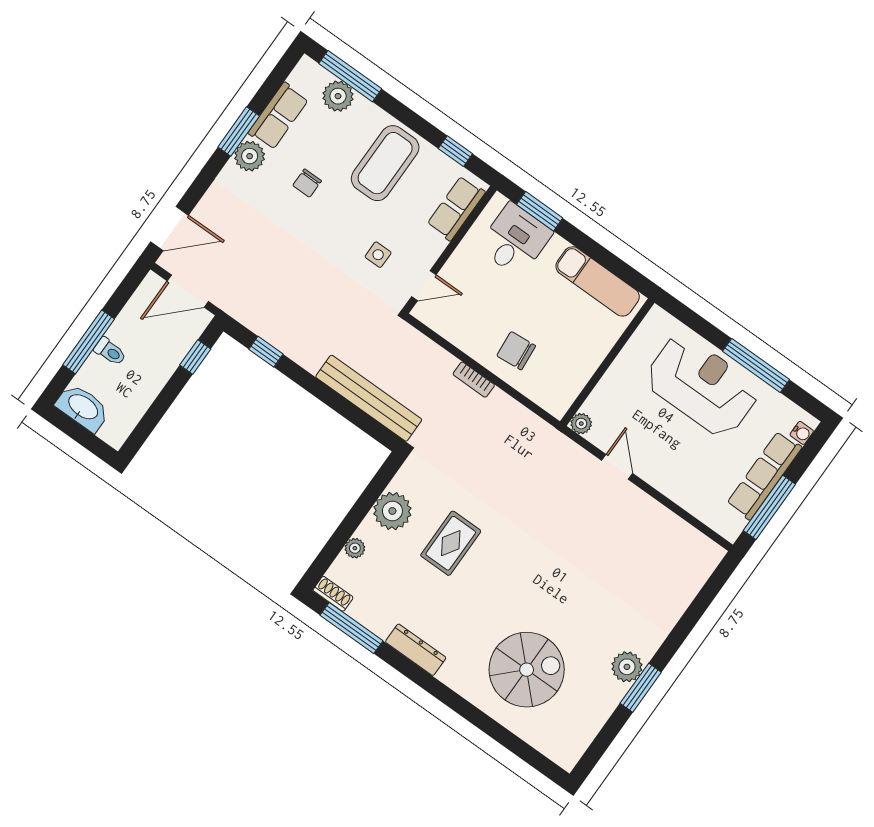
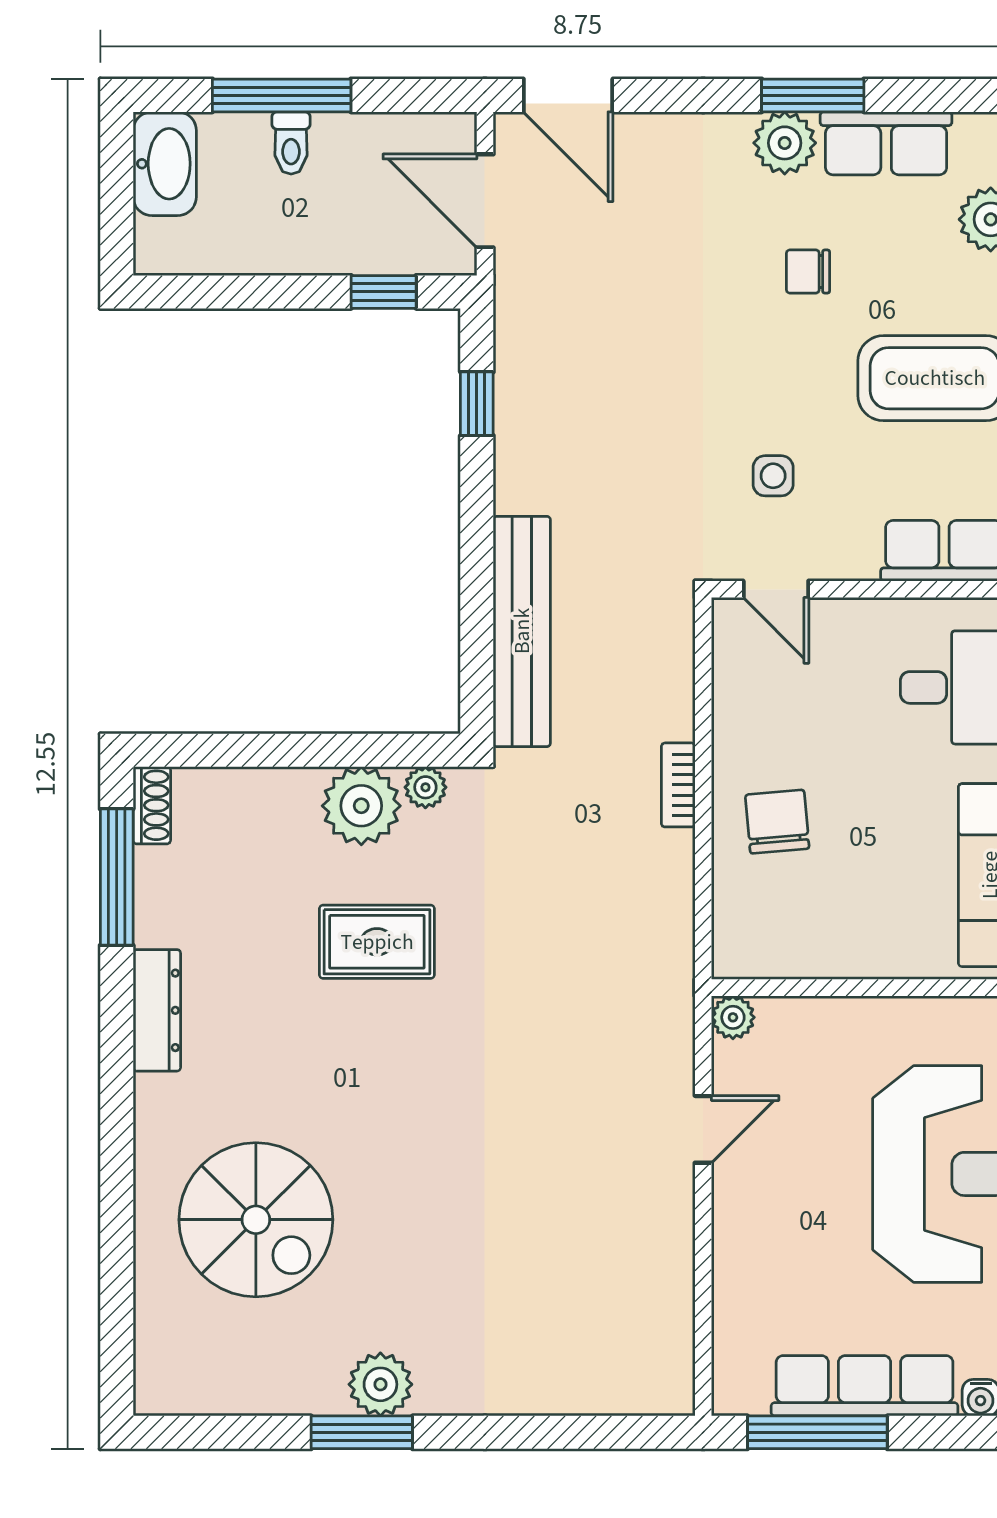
plant: (355, 548) -> (425, 787), moved

